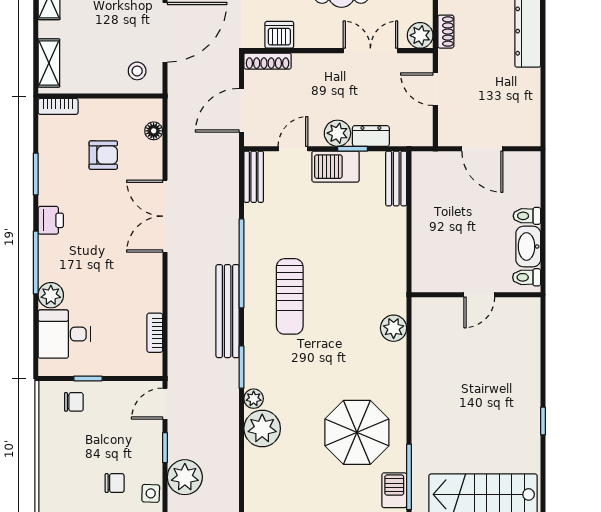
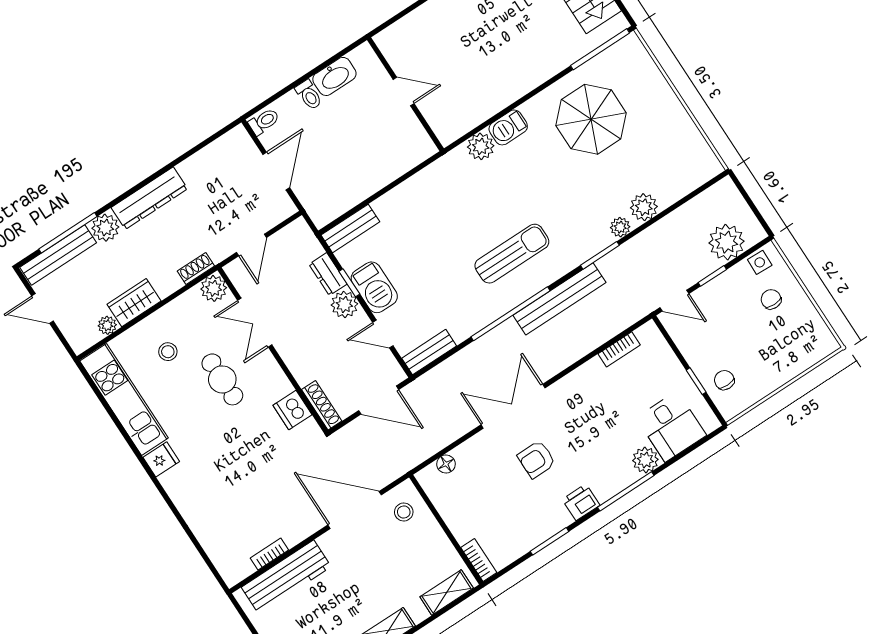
armchair: (103, 155) -> (536, 459), moved, turned -90
double door: (165, 216) -> (513, 406), swing flipped
toilet: (527, 277) -> (264, 121), moved, turned -90
plant: (262, 429) -> (644, 207), width x0.73, depth x0.73
barbecue: (394, 490) -> (508, 127), moved

